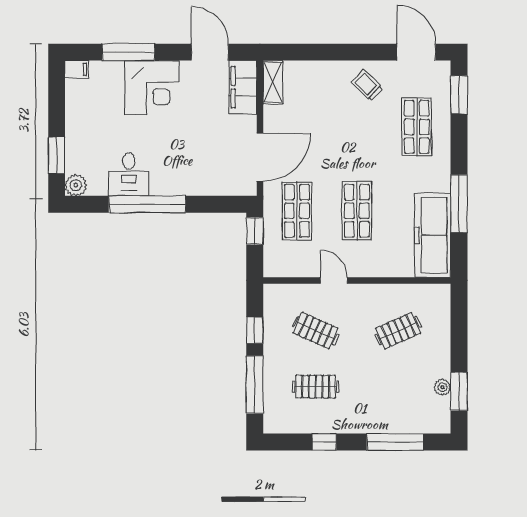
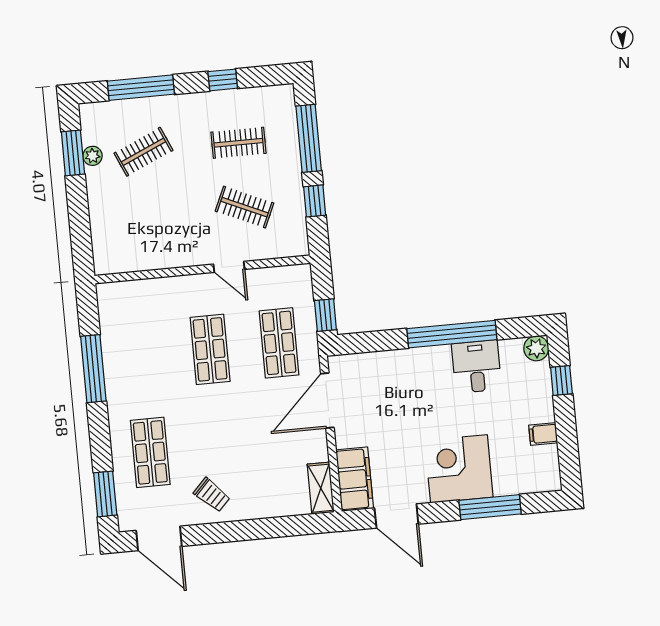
filing cabinet: (77, 69) -> (543, 434), moved
window: (57, 155) -> (561, 381), width x0.67
freezer: (433, 235) -> (120, 330), removed
clothes rail: (398, 331) -> (143, 152), moved

